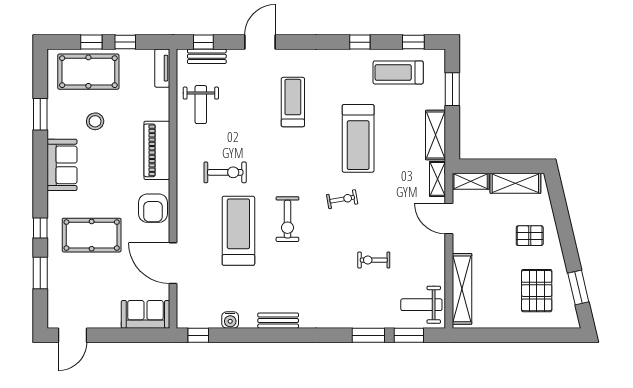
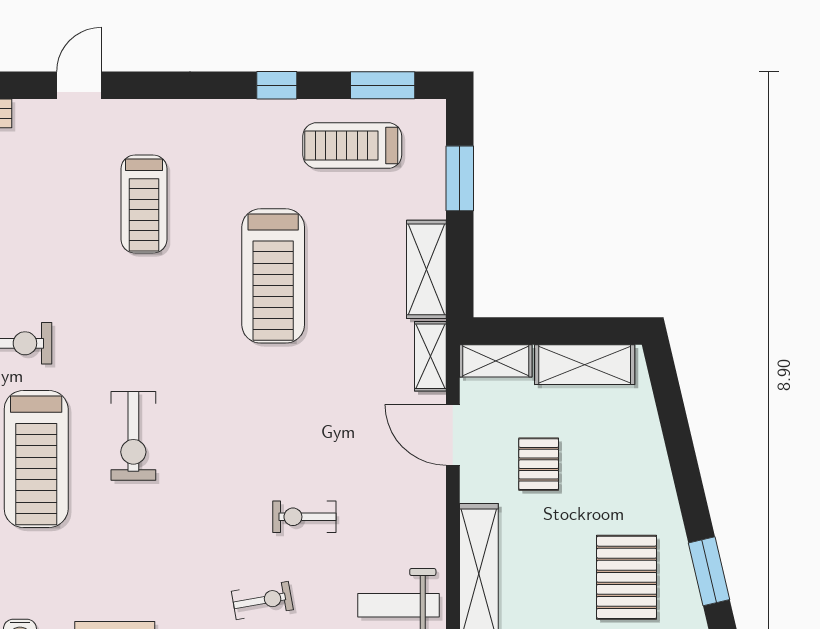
door: (260, 42) -> (79, 85), width x0.73
window: (413, 42) -> (383, 85), width x1.50
treadmill: (293, 102) -> (144, 204), turned 180
exercise bike: (342, 199) -> (262, 600), moved
treadmill: (238, 231) -> (36, 459), turned 180
pallet: (530, 236) -> (539, 464), moved, turned 90

